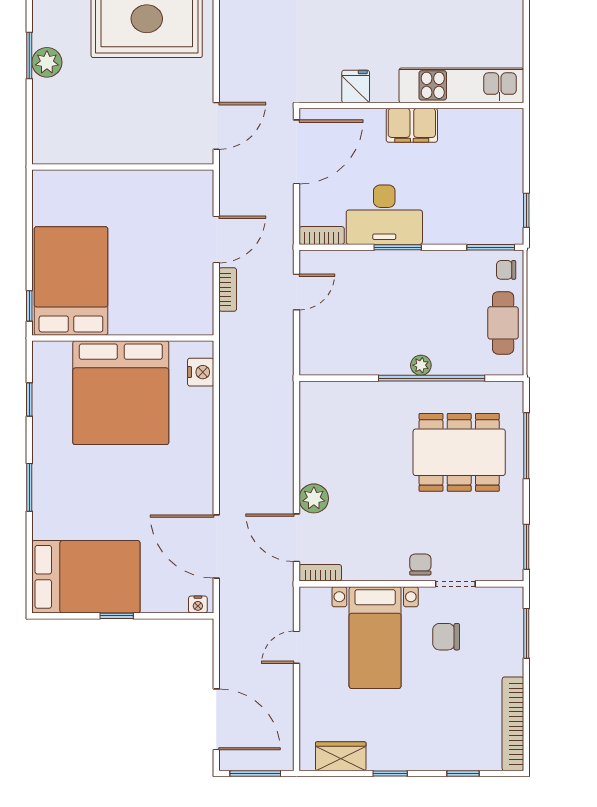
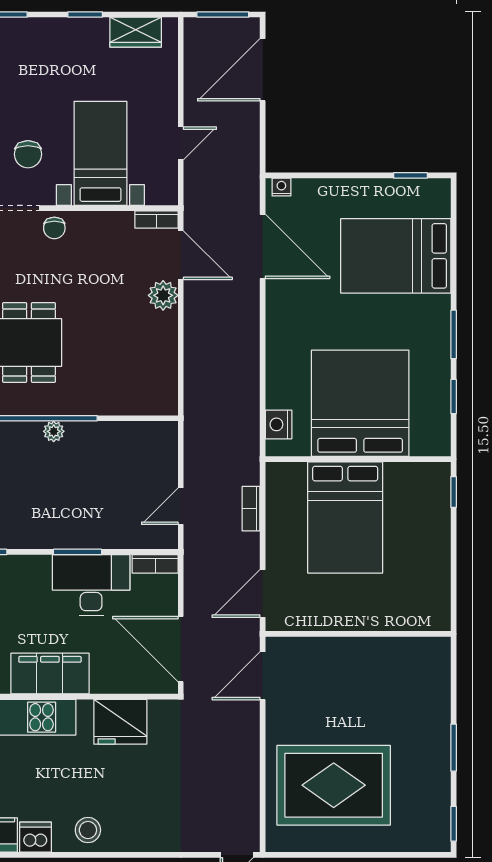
plant: (47, 62) -> (436, 741), removed
fridge: (356, 86) -> (120, 722), width x1.88, depth x1.34
filing cabinet: (412, 125) -> (50, 674), width x1.50, depth x1.17
door: (296, 152) -> (181, 649), hinge flipped
door: (216, 239) -> (263, 594), moved
bed: (71, 281) -> (345, 517), moved
window: (29, 487) -> (454, 334), moved
bed: (86, 577) -> (396, 256), moved
window: (117, 616) -> (410, 175), moved
chair: (446, 637) -> (28, 154), turned 90
door: (216, 719) -> (263, 70), hinge flipped

